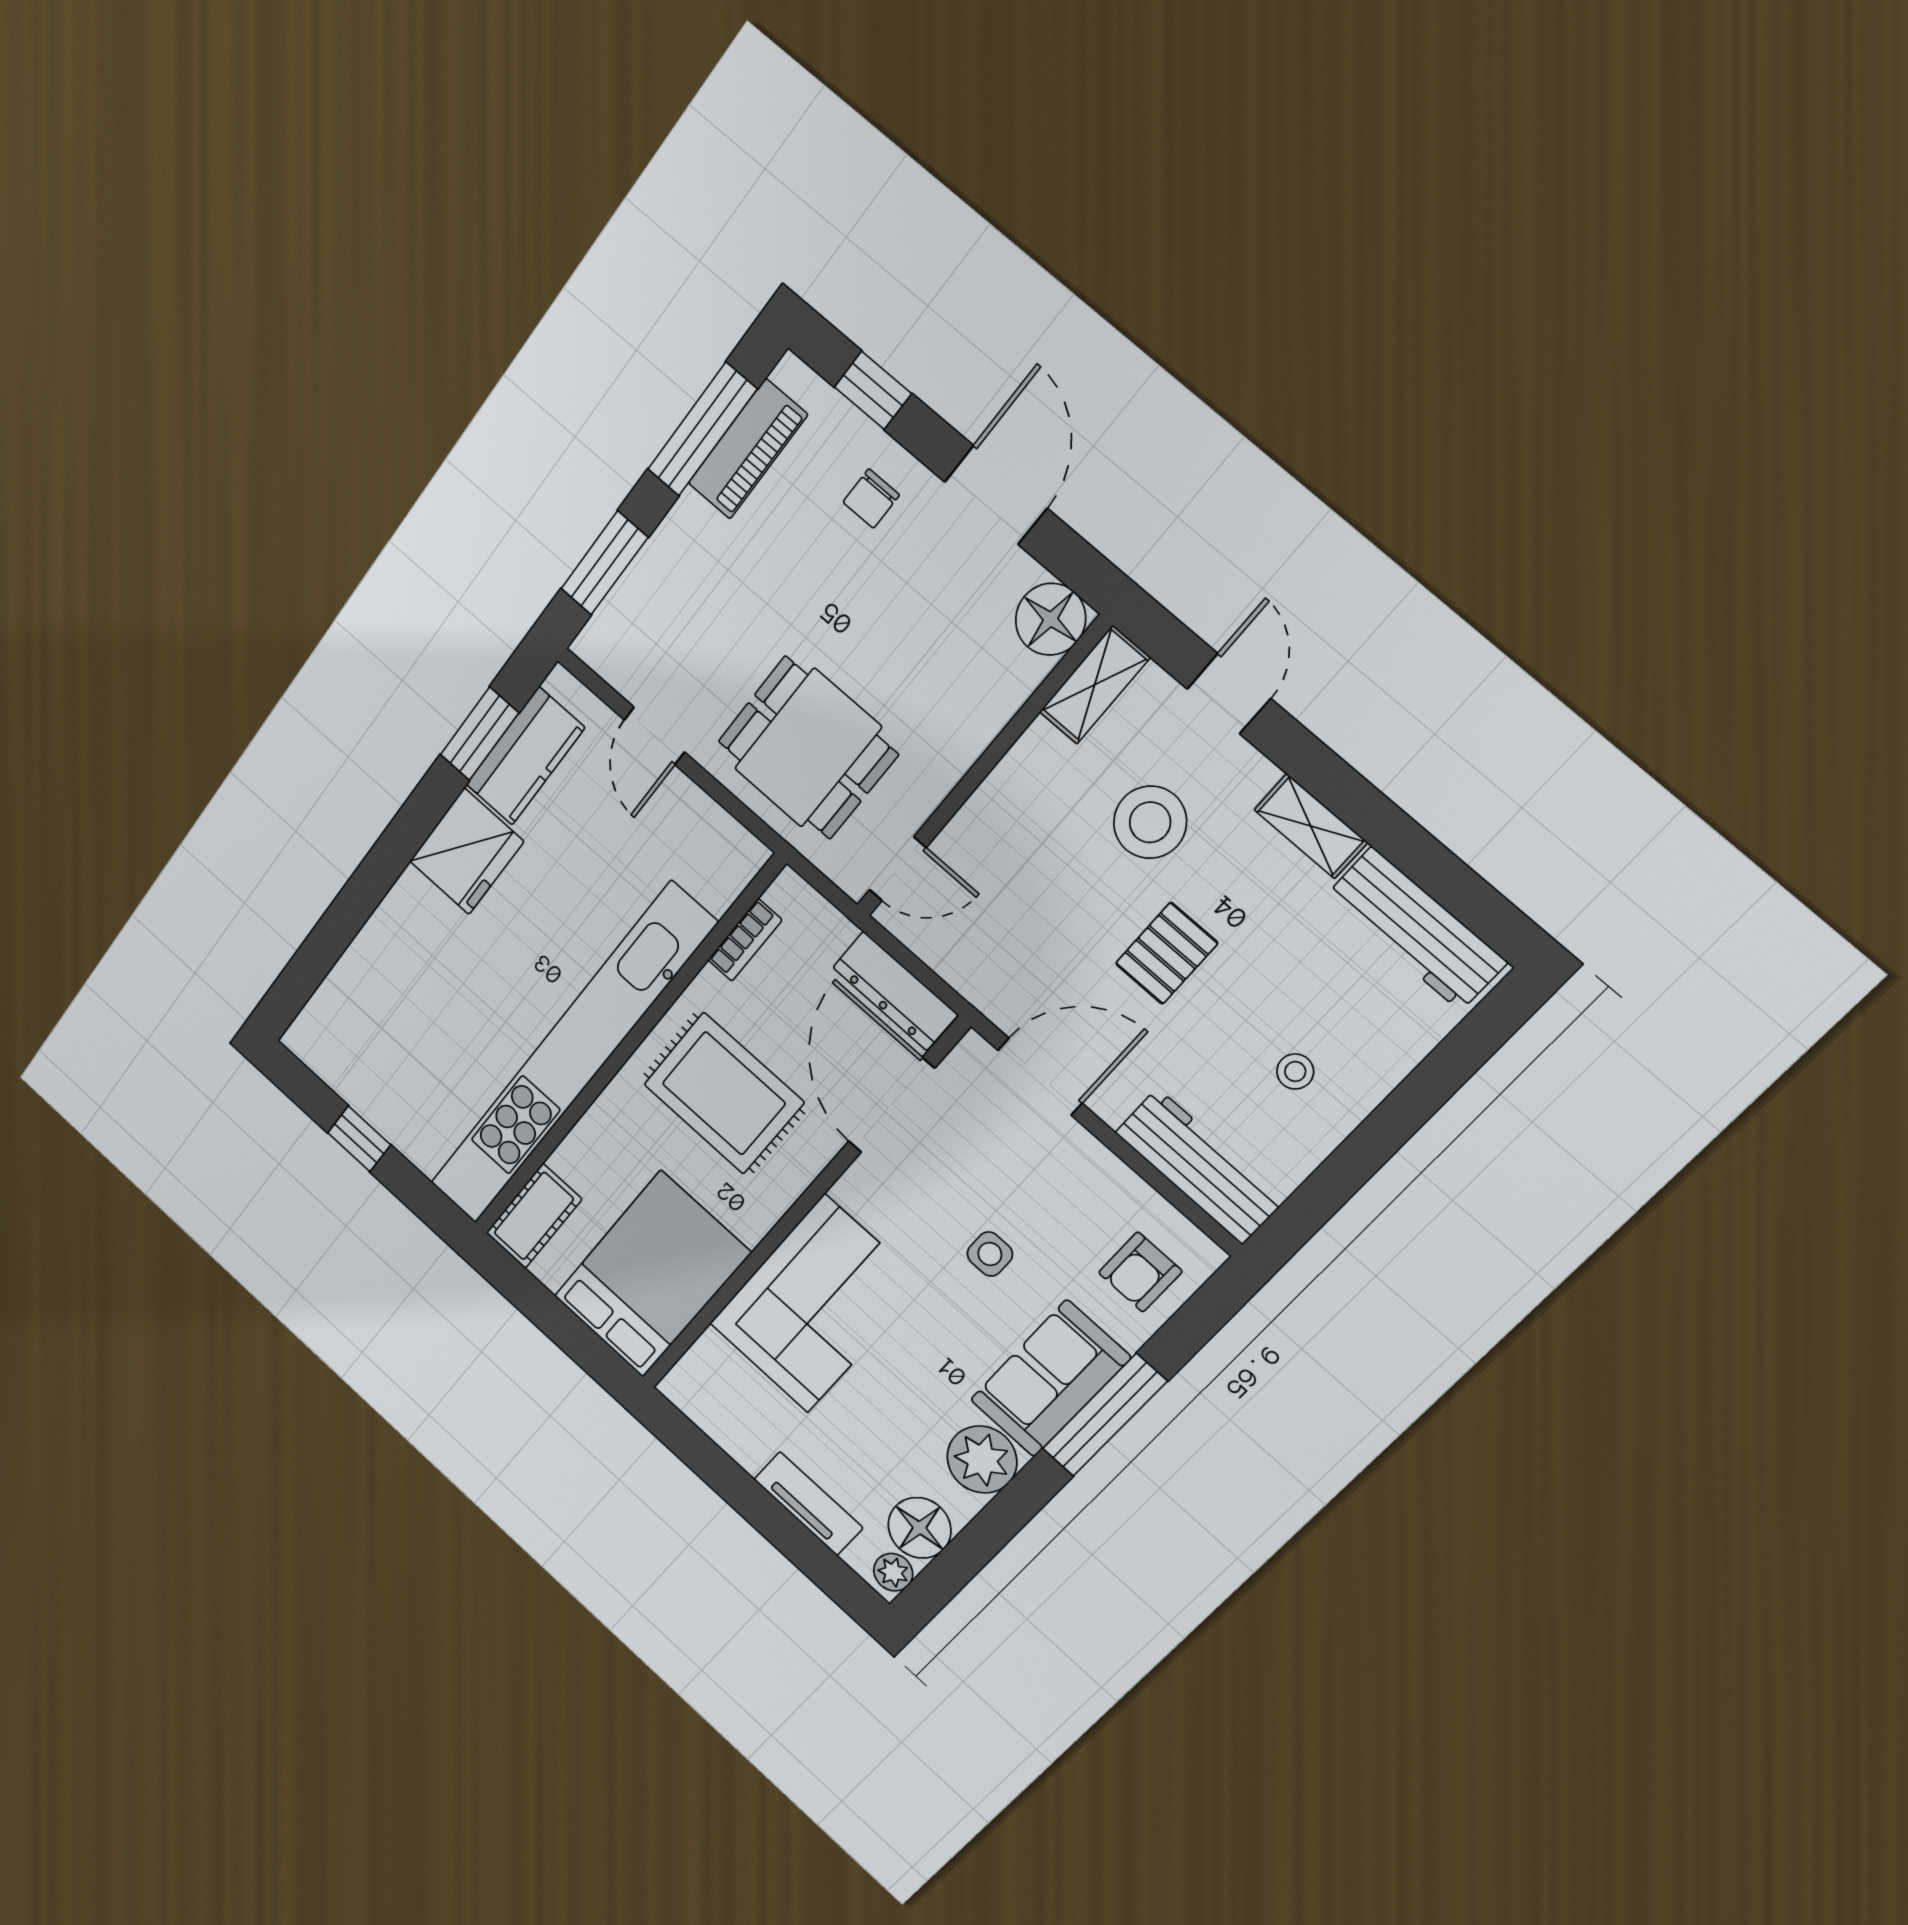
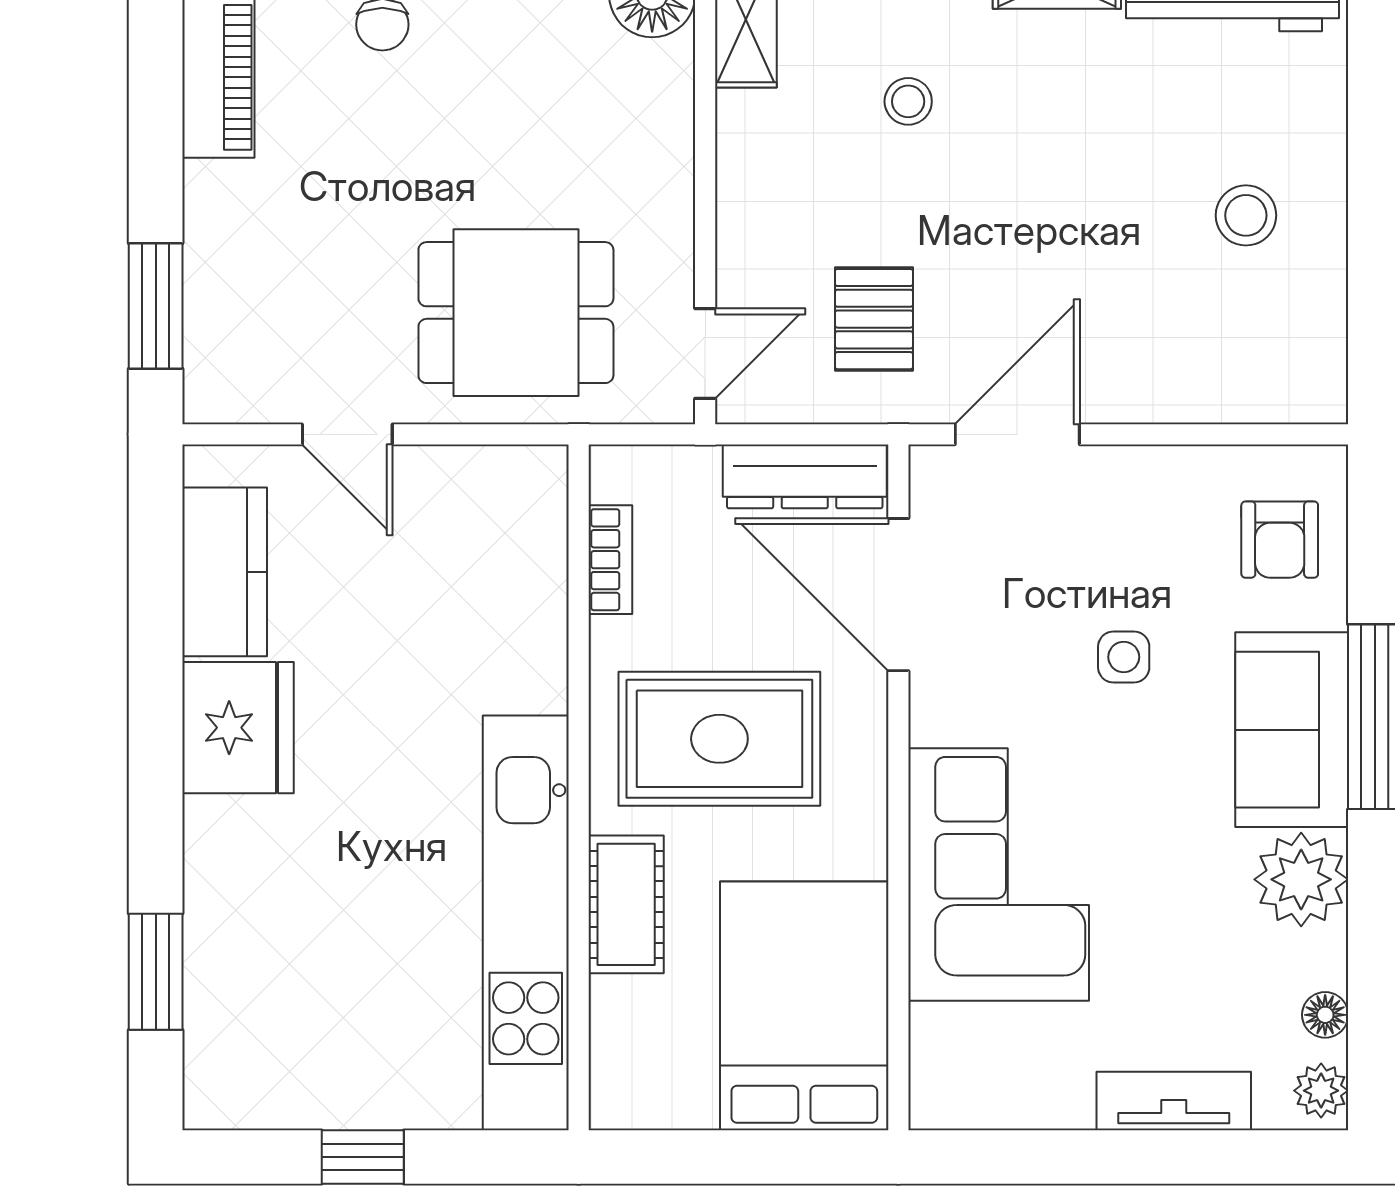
window: (702, 429) -> (156, 96), removed
window: (479, 734) -> (156, 972), moved
stool: (1150, 822) -> (908, 101), width x0.53, depth x0.53
pallet: (1167, 953) -> (874, 319), moved
kitchen unit: (570, 1056) -> (526, 923), width x0.73
stool: (1295, 1071) -> (1246, 215), width x1.37, depth x1.37
workbench: (1200, 1166) -> (1242, 384), removed
cot: (534, 1216) -> (626, 904), moved
floor lamp: (920, 1528) -> (1325, 1015), width x0.53, depth x0.53

